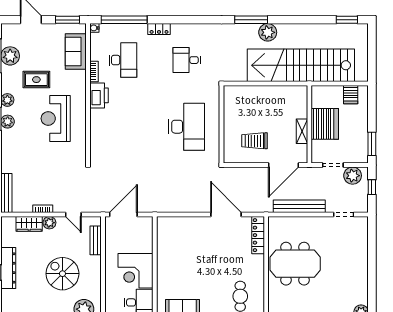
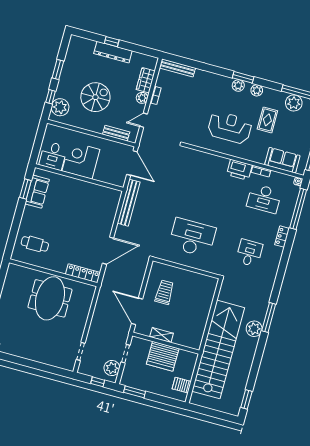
desk: (187, 127) -> (192, 238), turned 180
bench: (299, 206) -> (129, 203), moved

